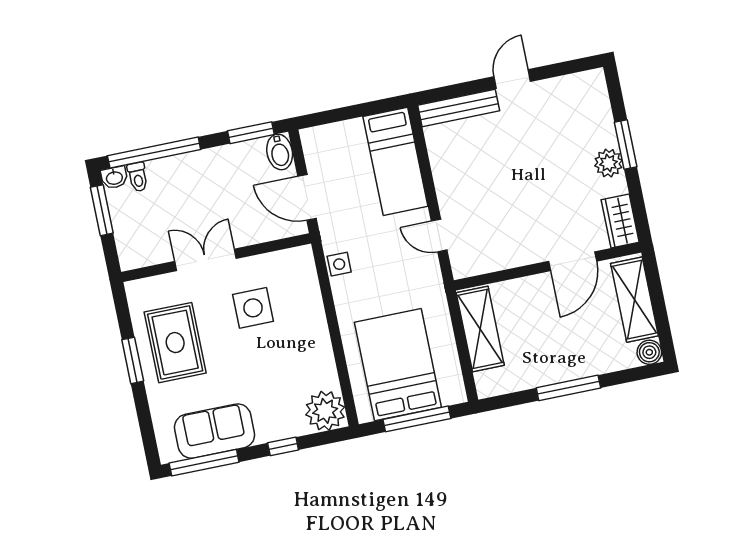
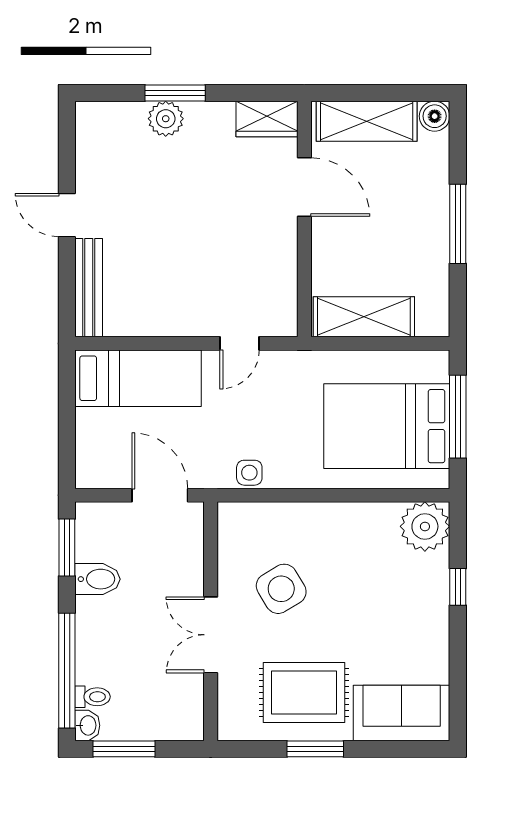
bidet: (280, 152) -> (97, 579), moved
plant: (608, 163) -> (166, 119), moved
door: (307, 197) -> (160, 495), swing flipped
side table: (253, 308) -> (281, 589), turned -31
sofa: (215, 431) -> (402, 713), moved, turned 90
window: (204, 463) -> (458, 687), removed

